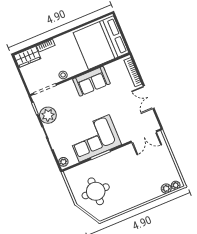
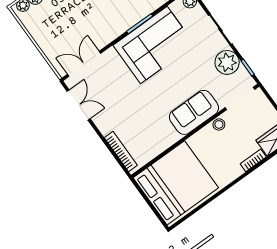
sofa: (91, 81) -> (194, 112), moved
double door: (149, 97) -> (78, 105), moved

